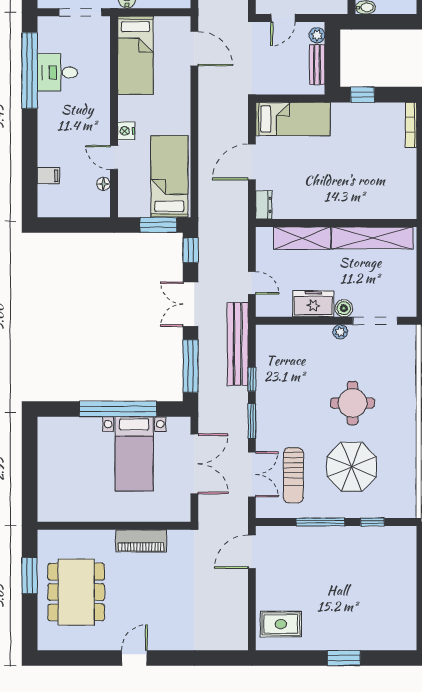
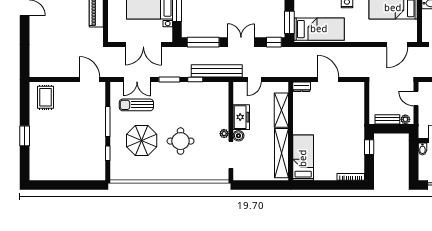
bed: (293, 119) -> (303, 158), moved, turned 180

